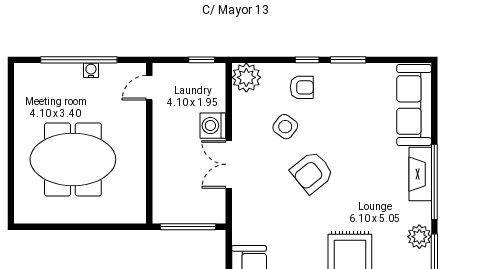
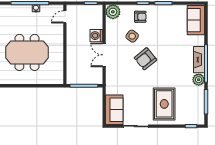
sofa: (414, 105) -> (196, 20), width x0.73
plant: (419, 237) -> (199, 80), moved

